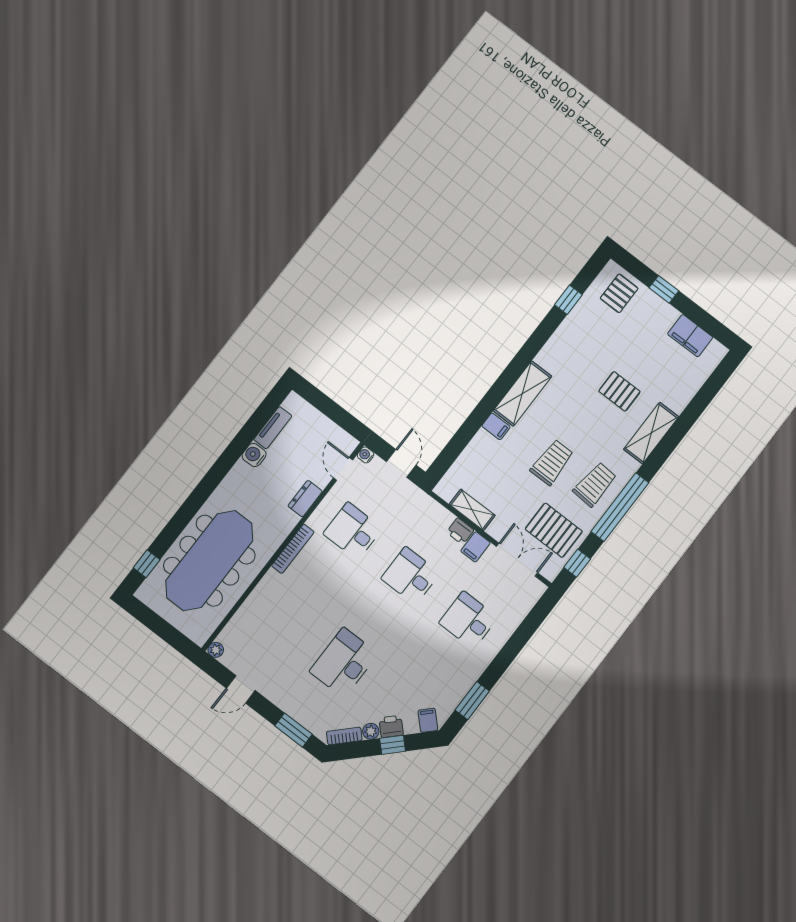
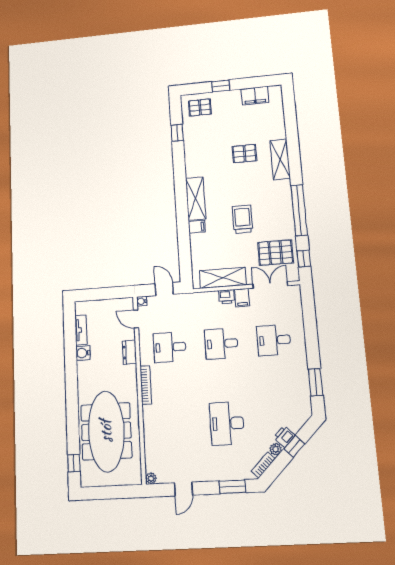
pallet: (619, 293) -> (200, 107), turned 90
trolley: (595, 484) -> (275, 210), removed
shelving: (472, 510) -> (223, 278), width x1.50, depth x1.33
filing cabinet: (428, 720) -> (301, 415), removed

